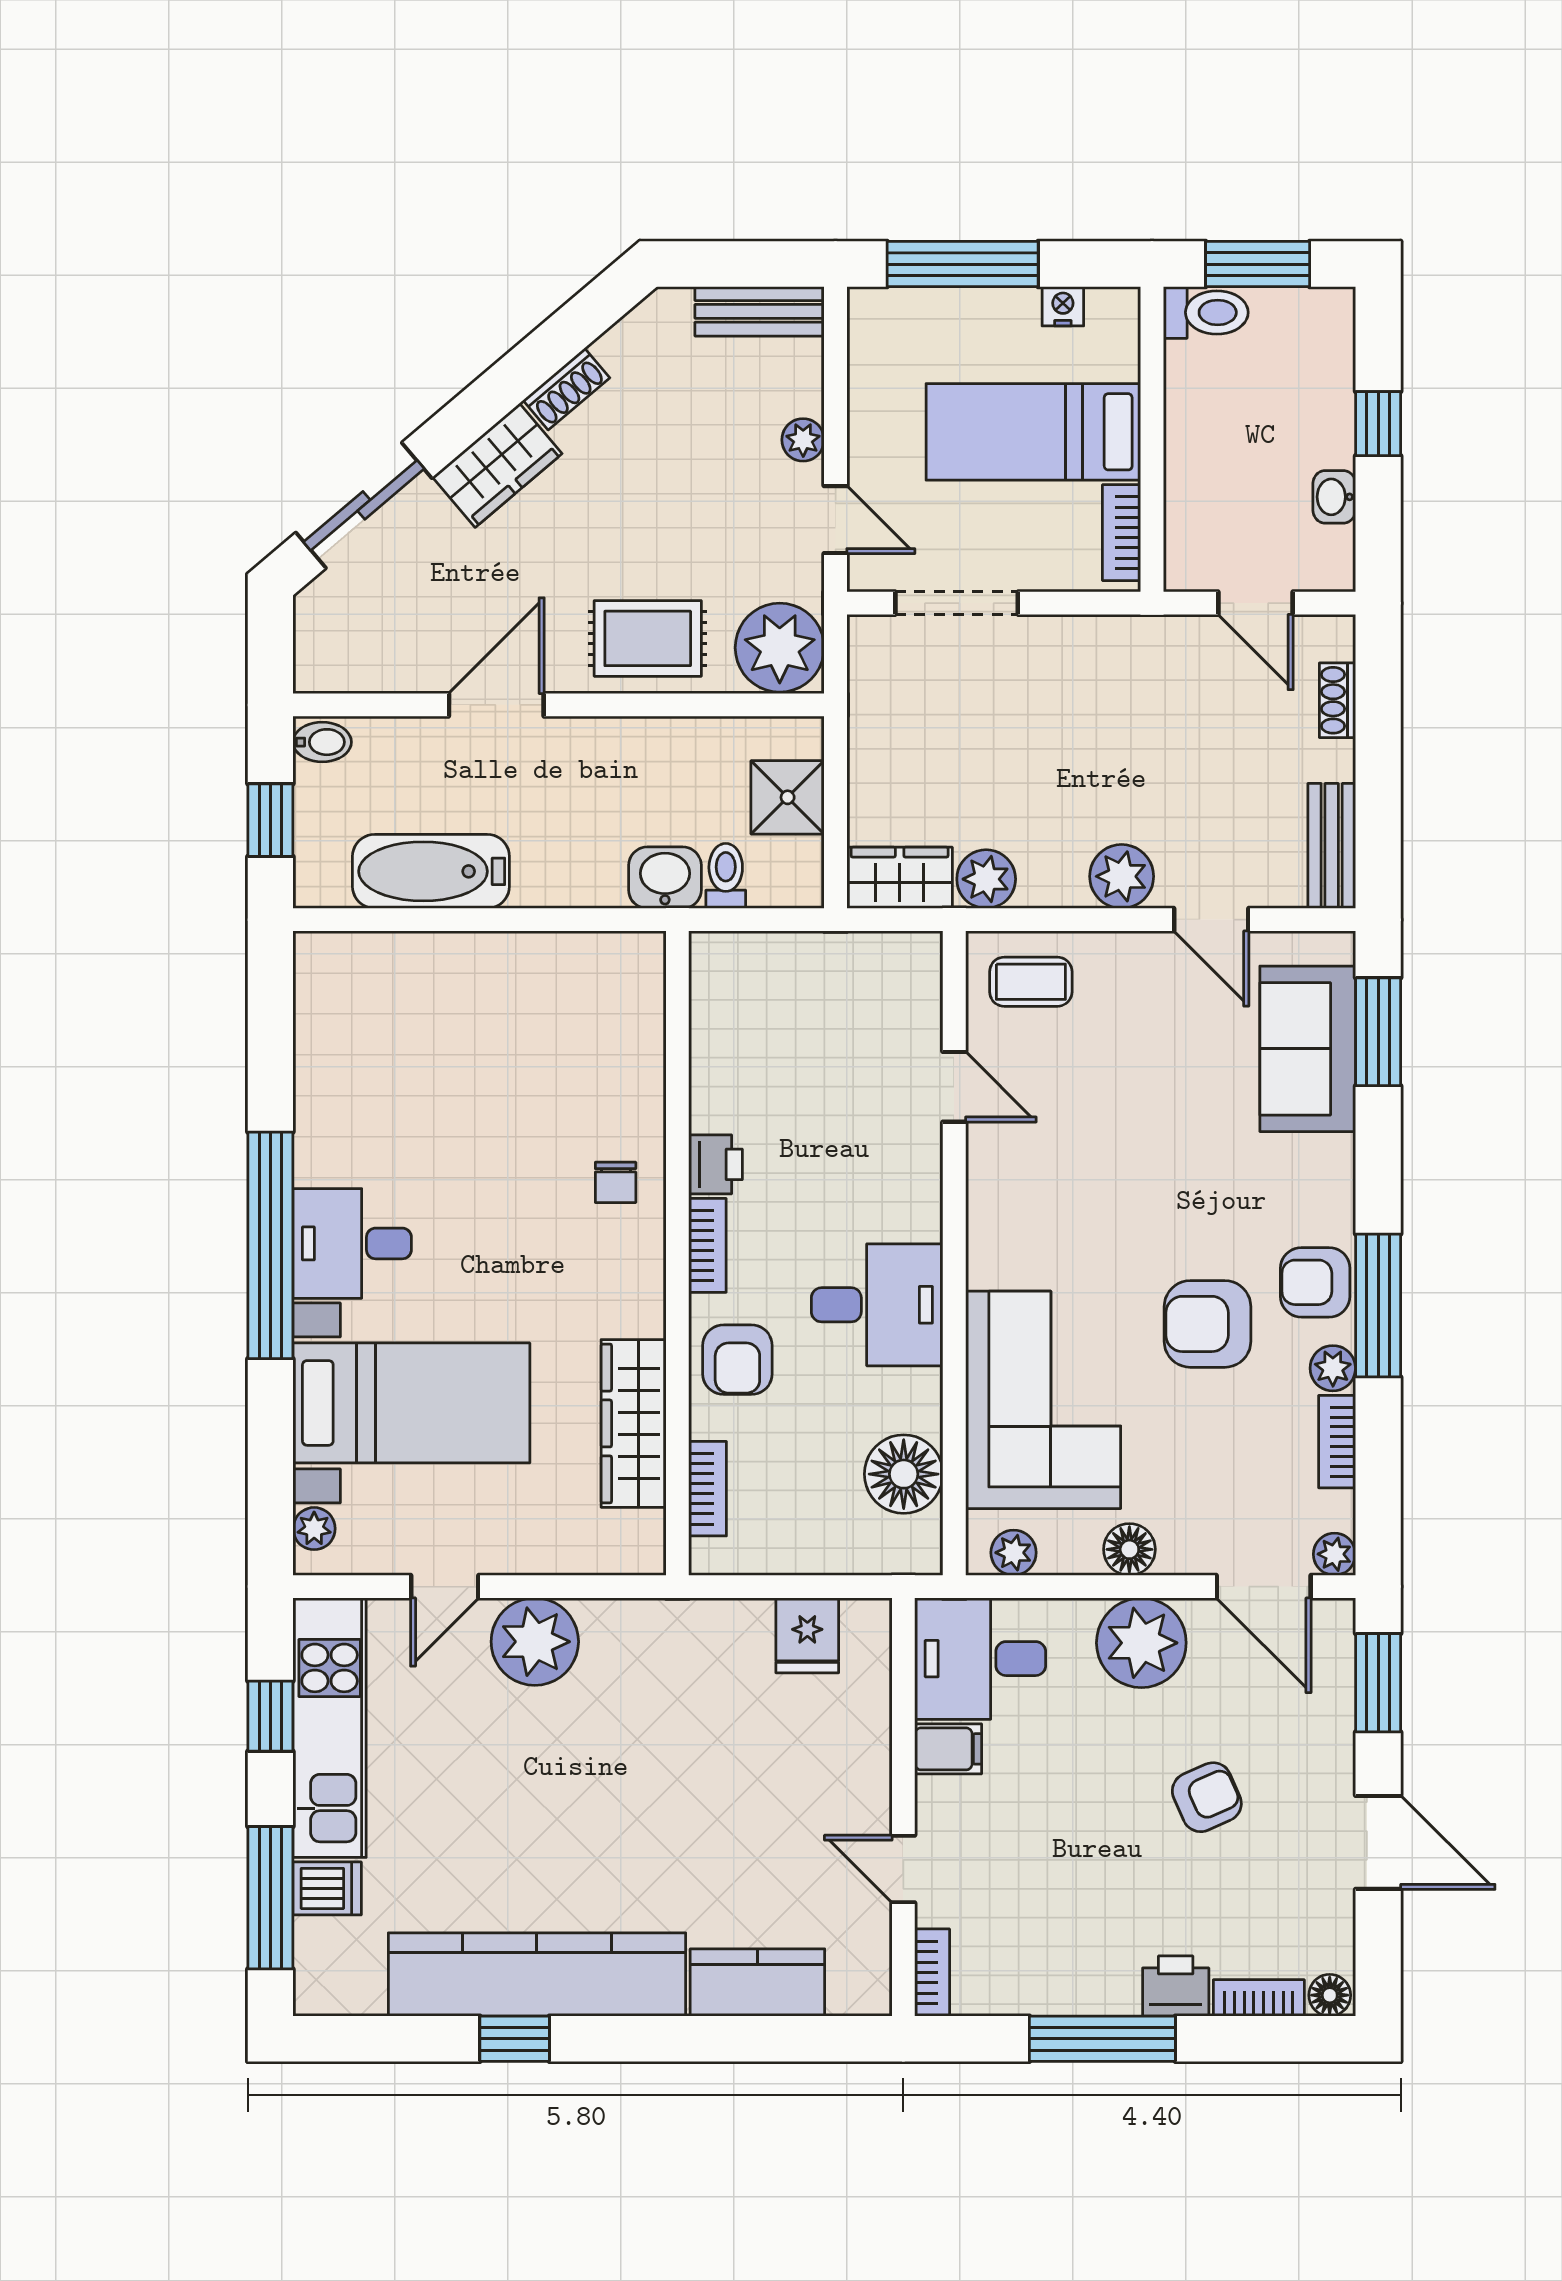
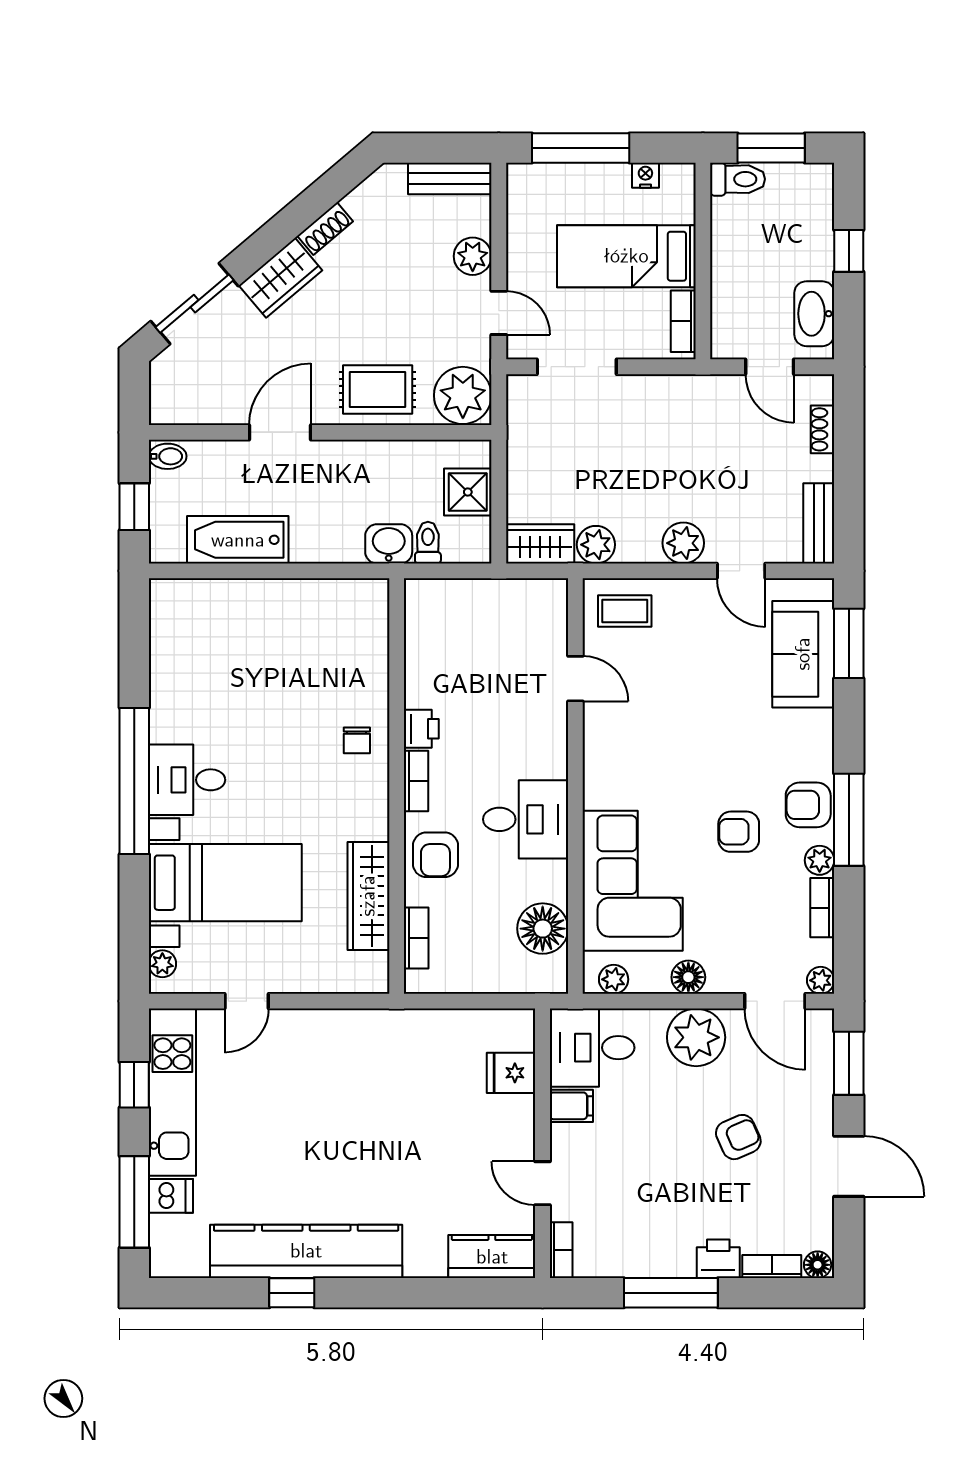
plant: (803, 440) -> (473, 256), width x1.38, depth x1.38
washbasin: (1334, 497) -> (814, 314), width x1.91, depth x1.45
armchair: (1207, 1324) -> (739, 832), width x0.72, depth x0.72
fridge: (807, 1635) -> (511, 1073), moved, turned 90
plant: (535, 1642) -> (305, 1037), removed
kitchen counter: (757, 1982) -> (492, 1257), moved

